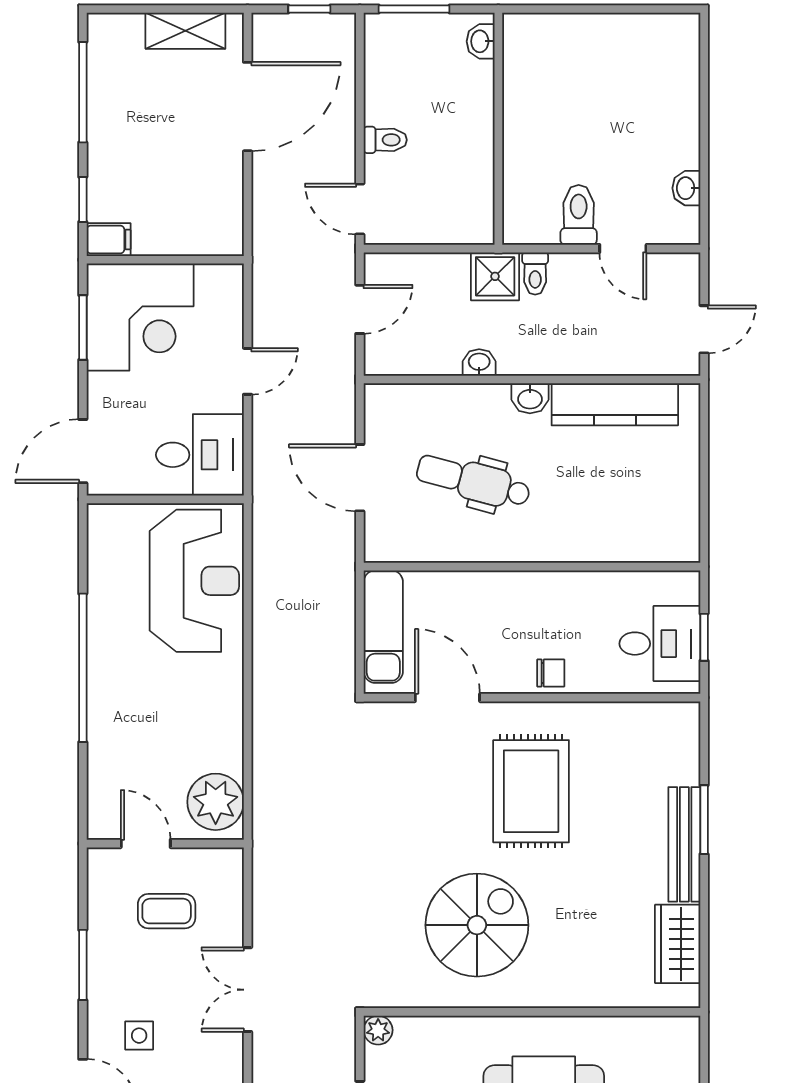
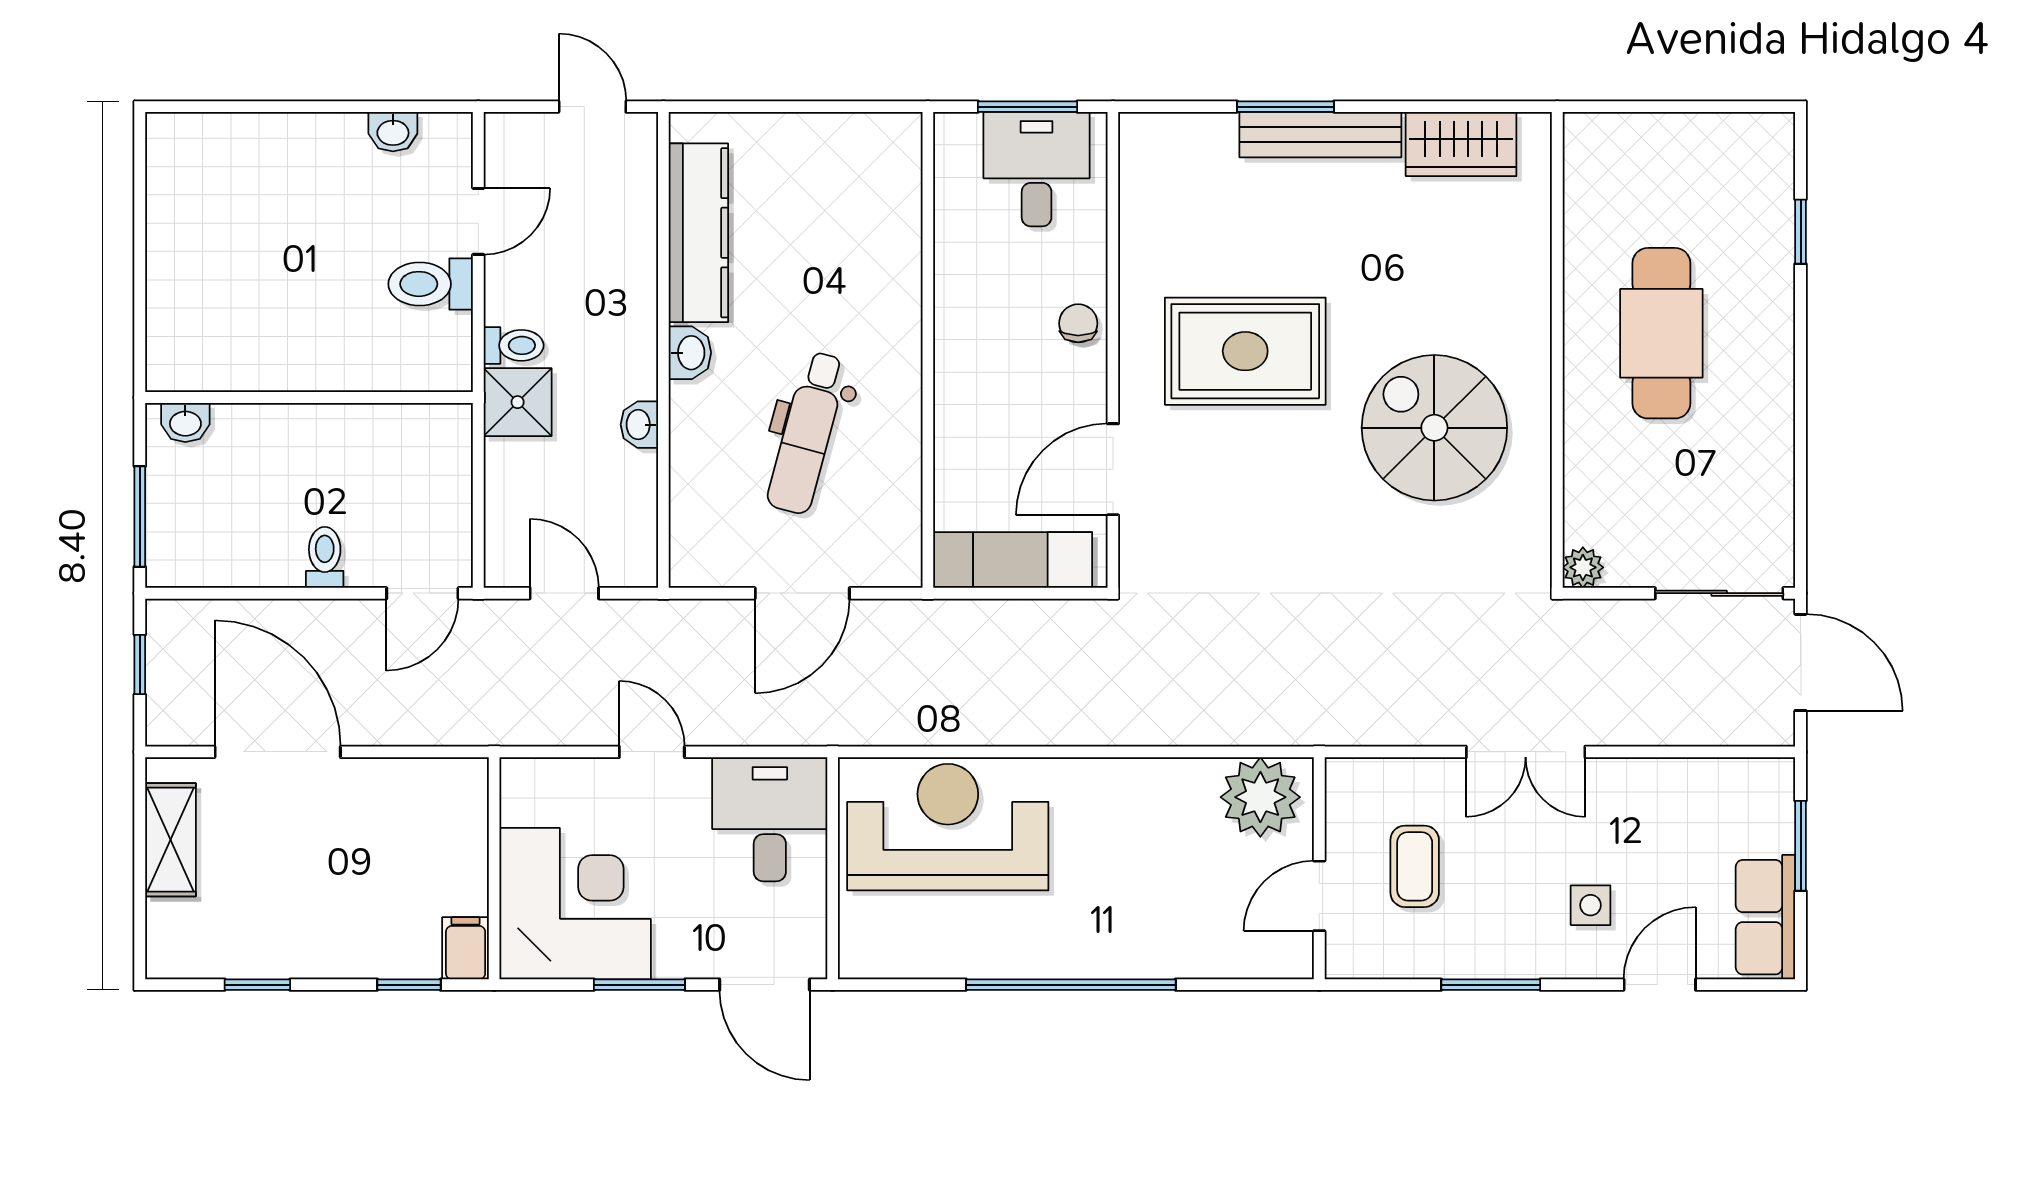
window: (83, 92) -> (257, 985), width x0.46
window: (83, 327) -> (639, 985), moved
window: (704, 637) -> (1028, 107), width x1.50

